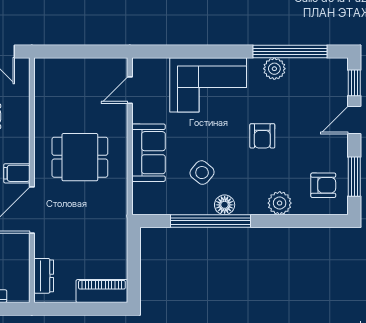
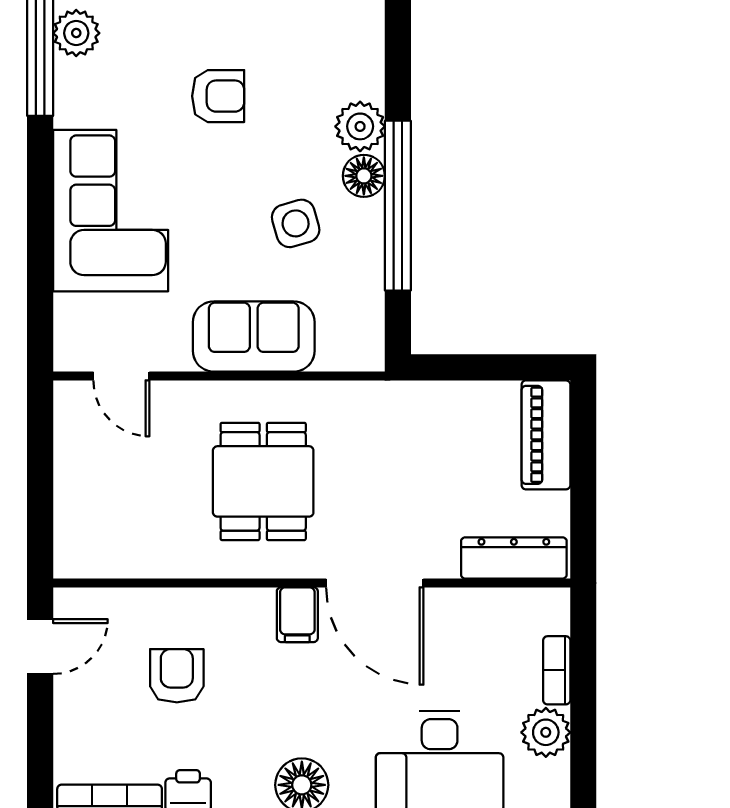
plant: (274, 69) -> (76, 33), moved
side table: (202, 173) -> (296, 223), turned 35
plant: (280, 203) -> (360, 126), moved
dresser: (44, 276) -> (514, 558), width x1.44

